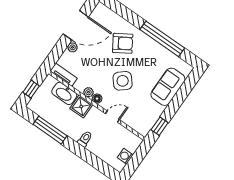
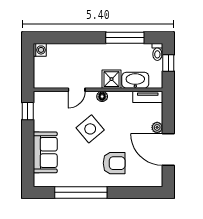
door: (76, 25) -> (168, 150), hinge flipped
armchair: (123, 43) -> (114, 163), turned -148
plant: (88, 92) -> (114, 97), removed
toilet: (85, 139) -> (157, 52), moved
washing machine: (125, 156) -> (40, 50), moved

